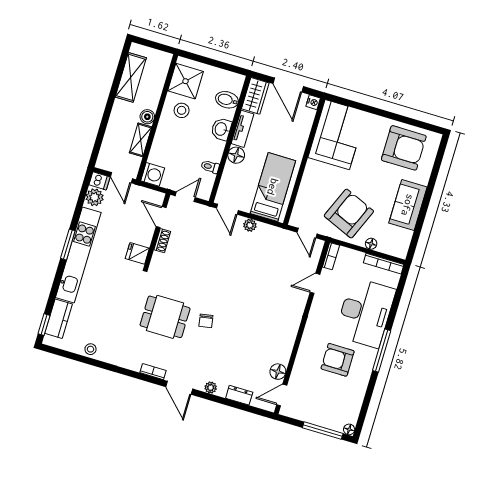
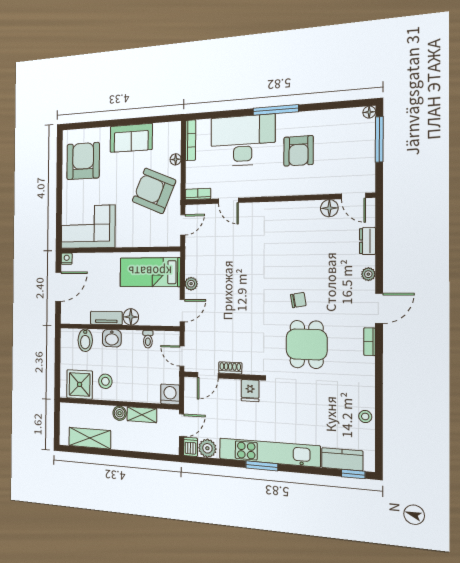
wardrobe: (255, 96) -> (75, 315), removed

